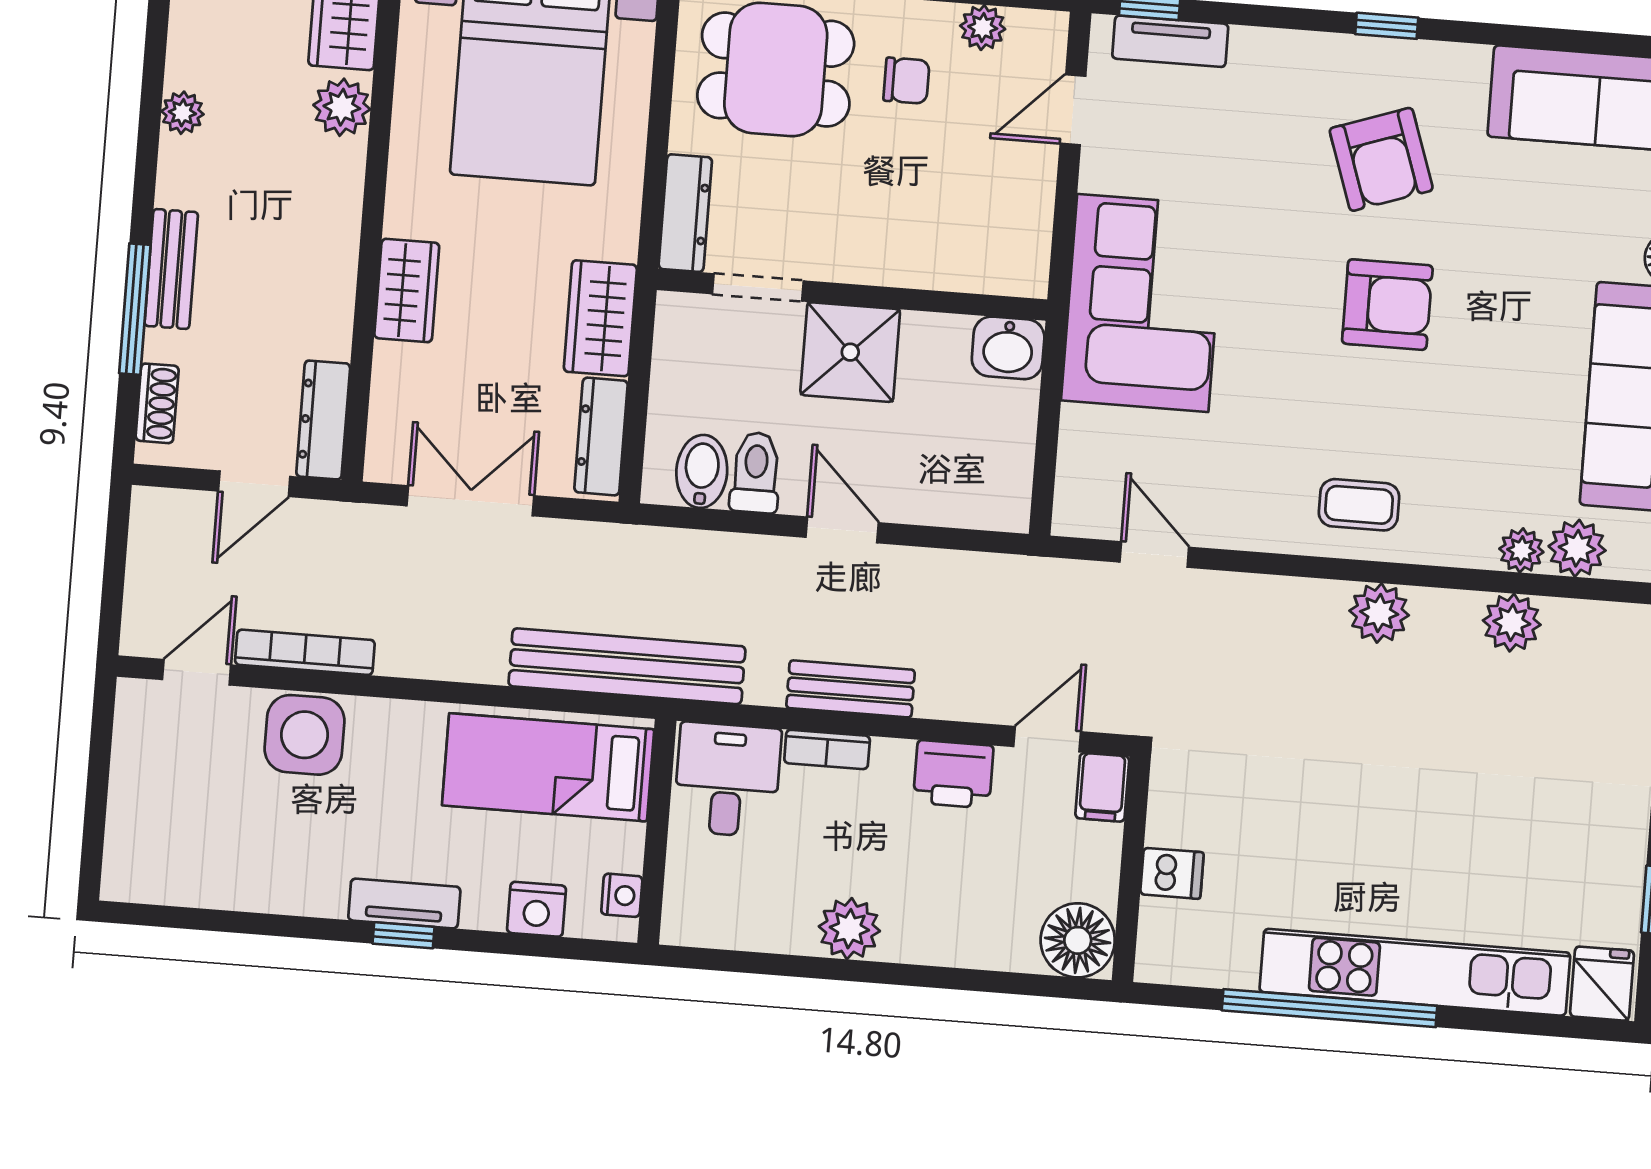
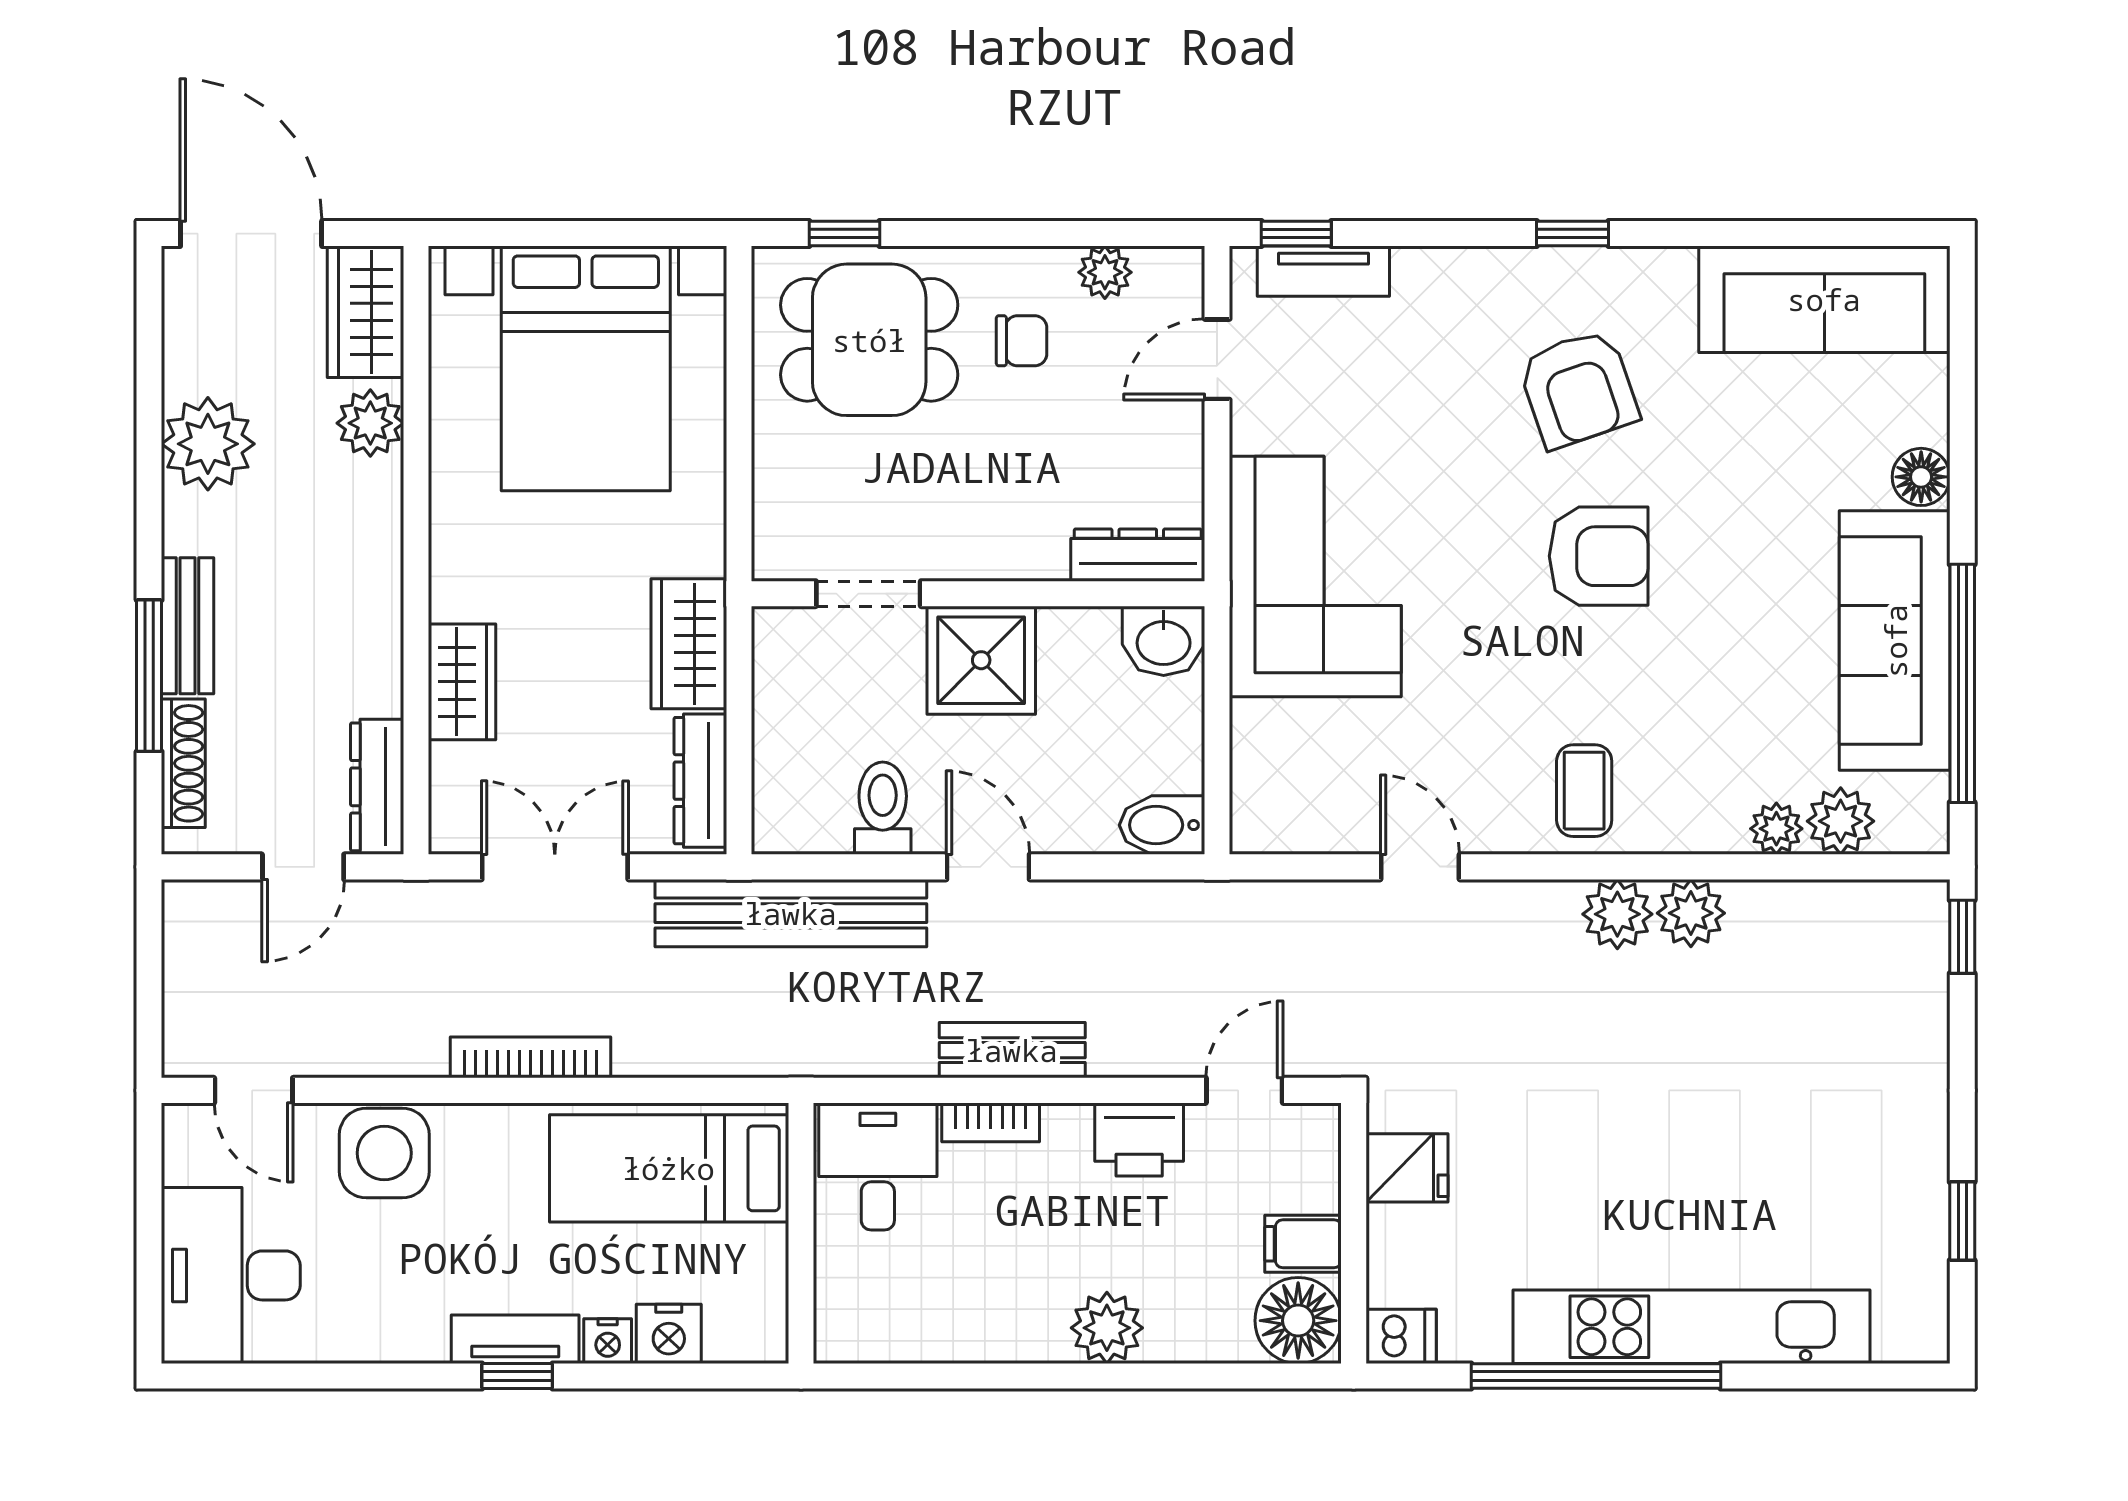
plant: (182, 113) -> (208, 444), width x1.88, depth x1.88
dresser: (685, 213) -> (1138, 555), moved, turned -90
wardrobe: (407, 290) -> (462, 682), moved
shoe rack: (157, 403) -> (183, 763), width x1.43
bidet: (702, 471) -> (1162, 825), moved, turned -90
coffee table: (1359, 505) -> (1584, 791), turned 90
door: (1154, 555) -> (1420, 867), moved
plant: (1512, 623) -> (1691, 913), moved
bookcase: (305, 652) -> (531, 1057), moved
bench: (627, 666) -> (791, 913), moved
door: (197, 672) -> (254, 1090), swing flipped
filing cabinet: (1102, 787) -> (1303, 1244), moved, turned 90
desk: (164, 830) -> (231, 1275), added
dishwasher: (1172, 873) -> (1401, 1336), moved
nightstand: (622, 895) -> (608, 1341), moved, turned 90
plant: (849, 929) -> (1107, 1328), moved
fridge: (1602, 984) -> (1407, 1168), moved, turned 90

